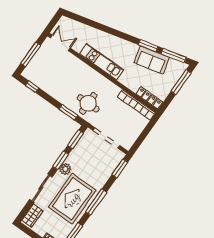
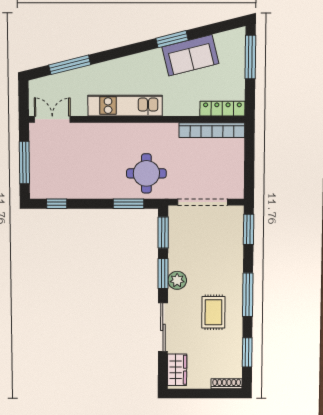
window: (174, 56) -> (70, 65), moved
rug: (72, 199) -> (213, 312), width x0.54, depth x0.49

